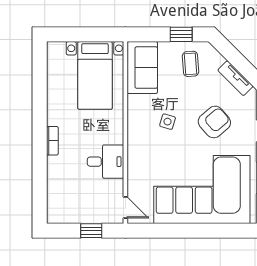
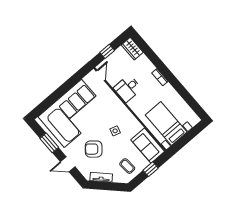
window: (181, 34) -> (151, 169), moved
armchair: (214, 122) -> (94, 149), turned 81
wardrobe: (56, 207) -> (132, 49), added
door: (125, 208) -> (101, 75), swing flipped

